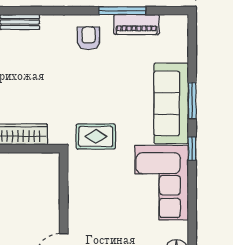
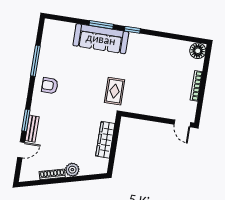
window: (31, 11) -> (26, 120), added
piano: (136, 25) -> (46, 53), removed
corner sofa: (162, 183) -> (151, 53), removed

